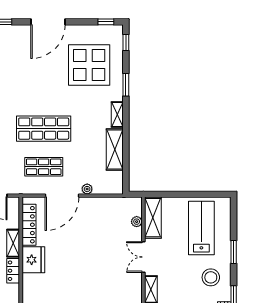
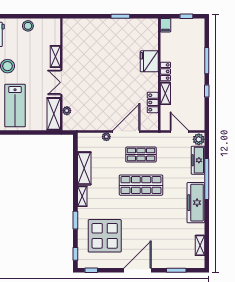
locker: (29, 225) -> (153, 102), width x0.66
double door: (143, 257) -> (61, 82), swing flipped
fridge: (33, 260) -> (149, 61), moved

